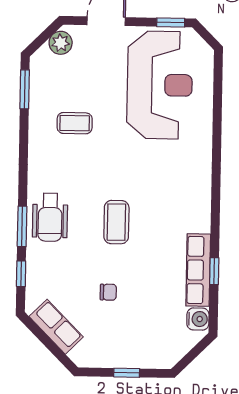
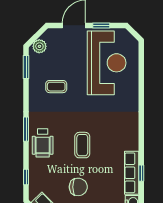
window: (171, 22) -> (101, 25), moved
plant: (61, 43) -> (39, 46), moved
window: (22, 226) -> (26, 129), moved
chair: (108, 292) -> (78, 187), width x1.87, depth x1.87

